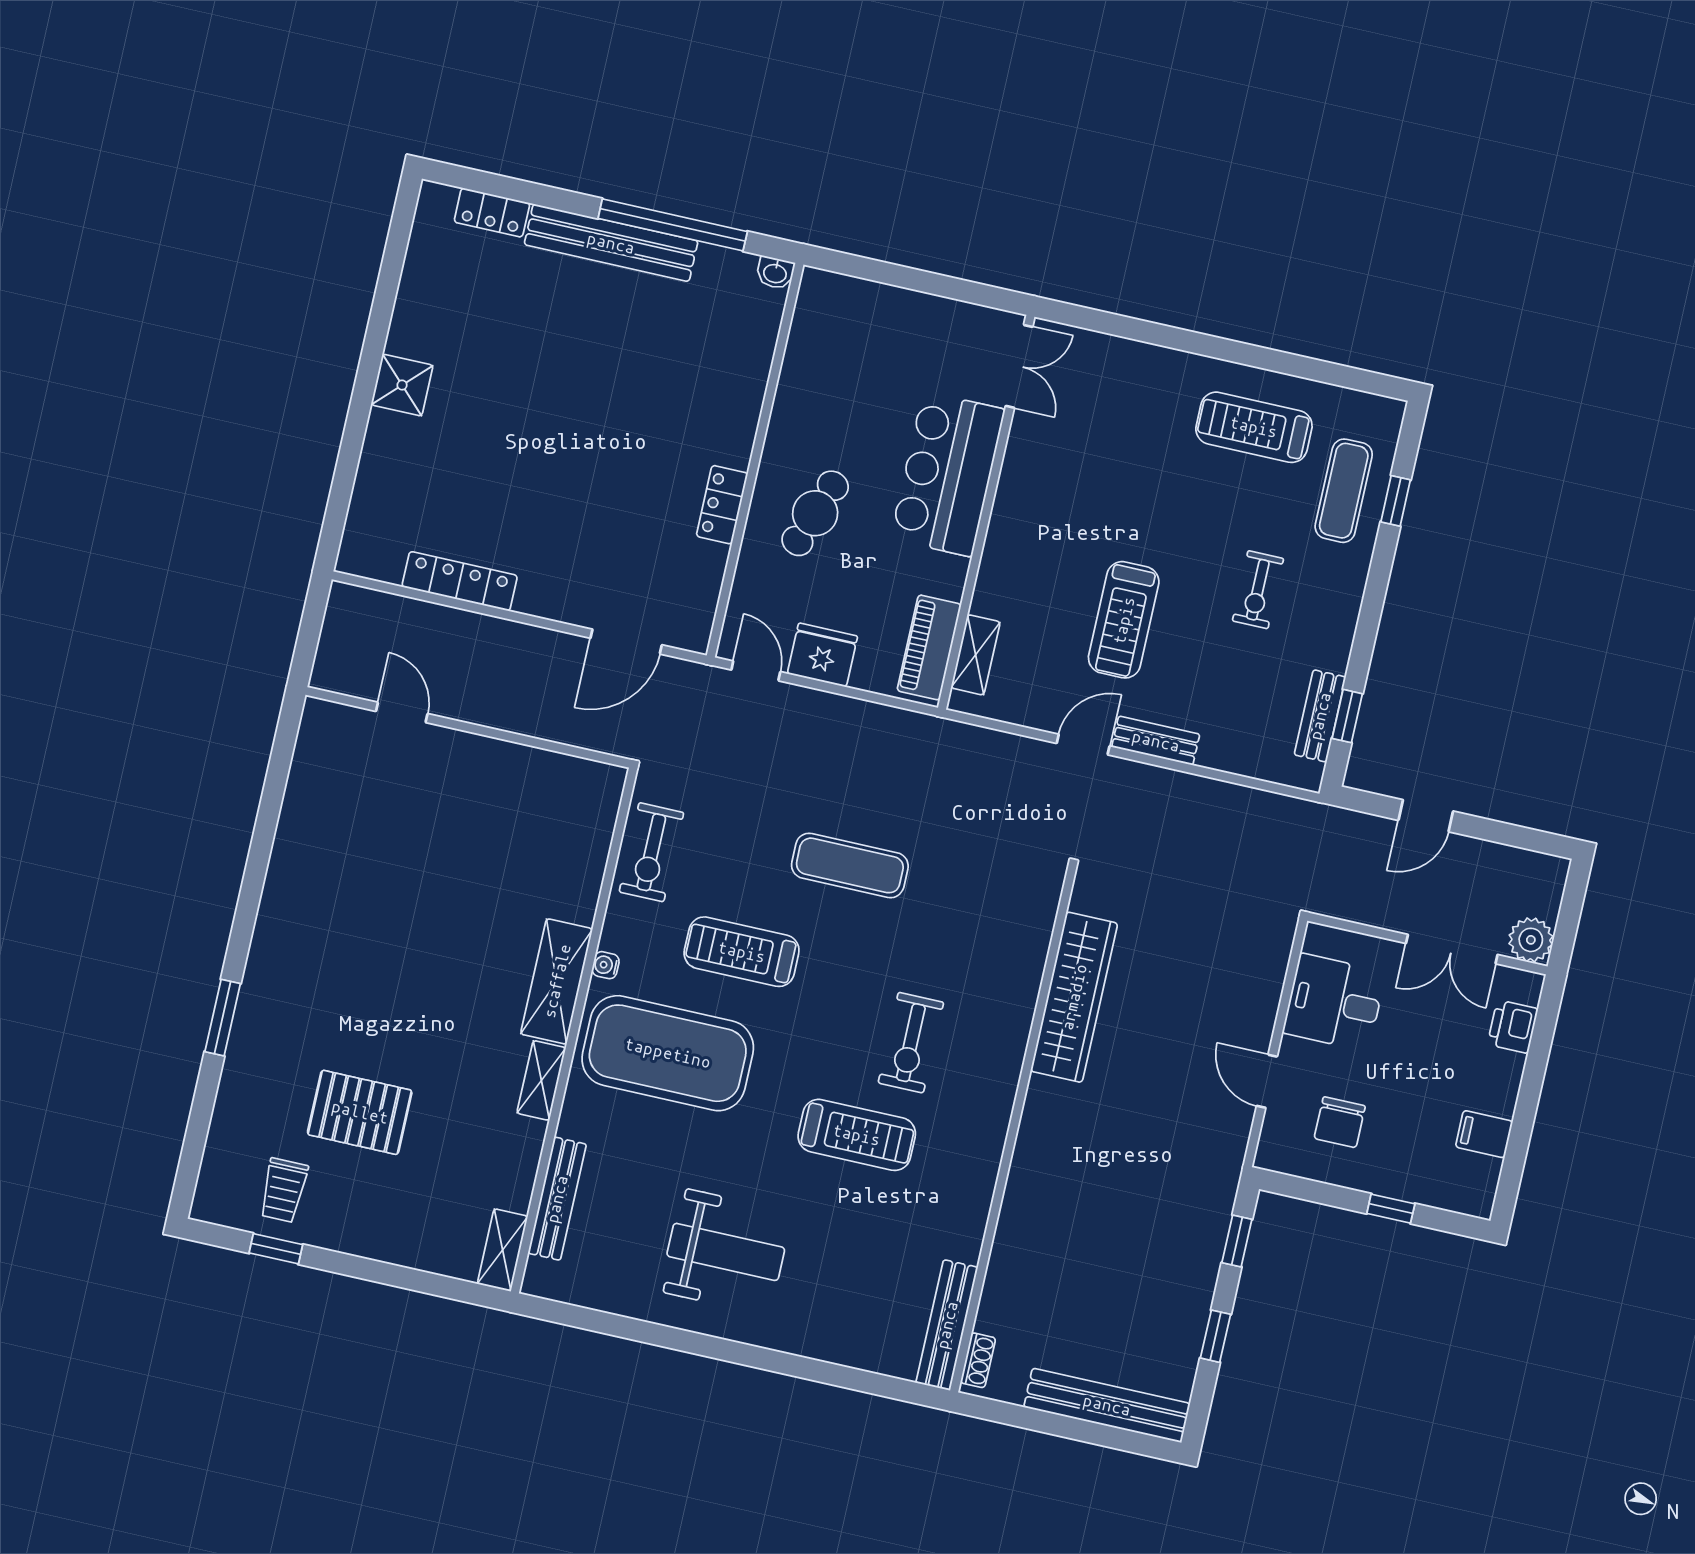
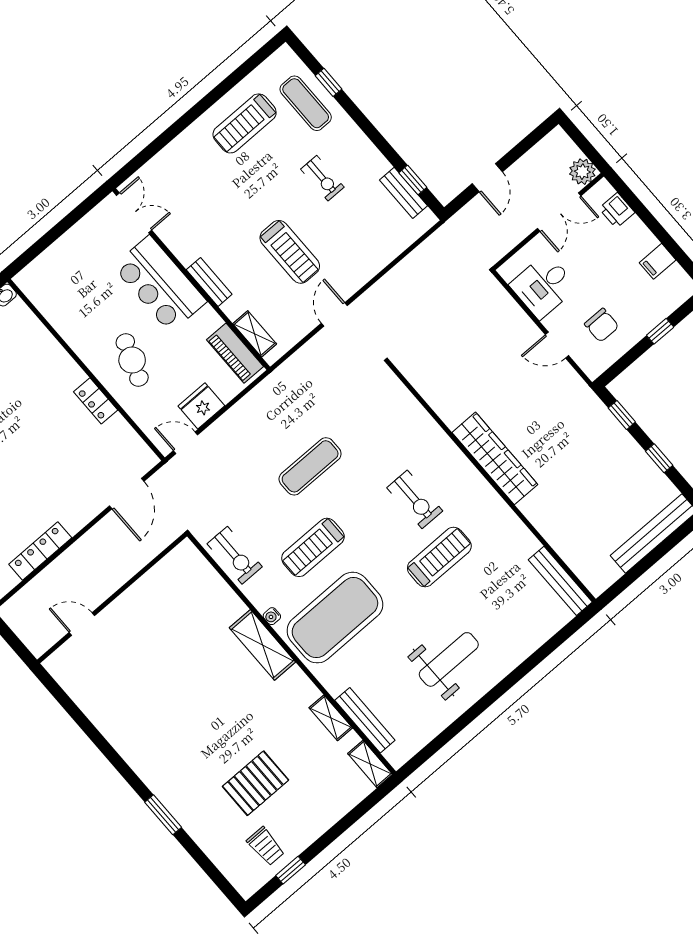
bench: (1156, 741) -> (209, 282), moved, turned 90
wardrobe: (1074, 997) -> (495, 458), moved
shelving: (541, 1080) -> (331, 718), moved
shoe rack: (978, 1360) -> (588, 578), removed

